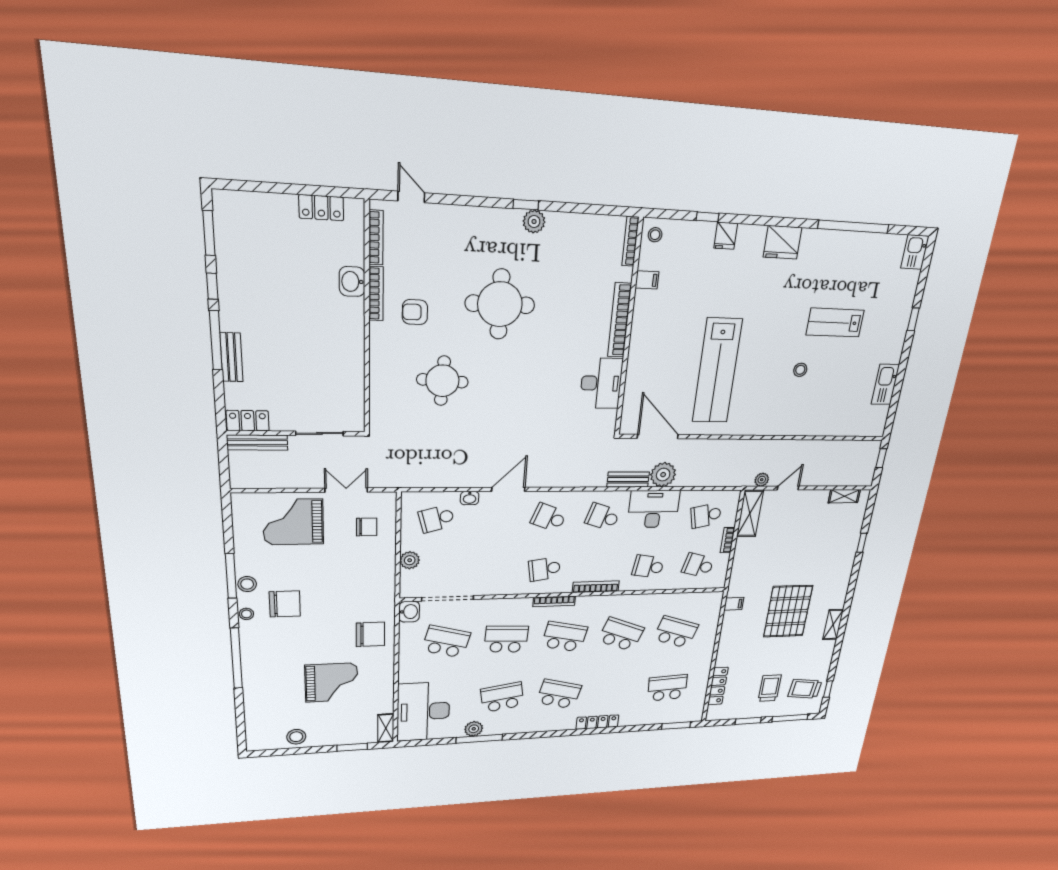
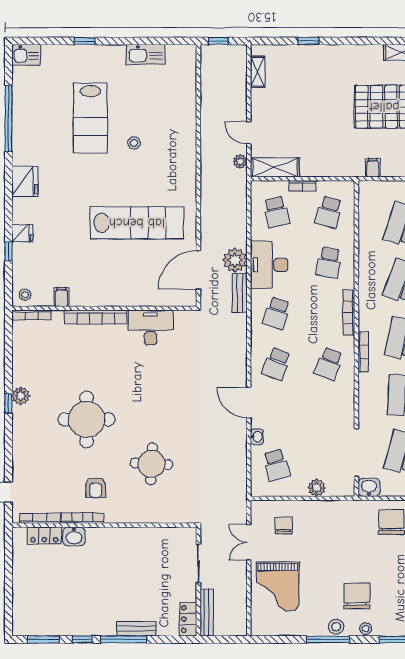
locker: (321, 208) -> (44, 535), moved, turned 90
lab bench: (835, 323) -> (90, 118), width x1.36, depth x1.39
school desk: (544, 569) -> (329, 364), turned 30

